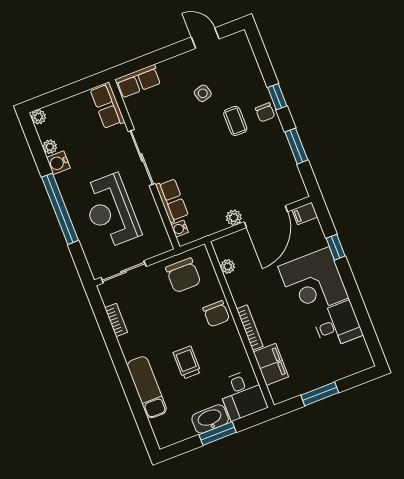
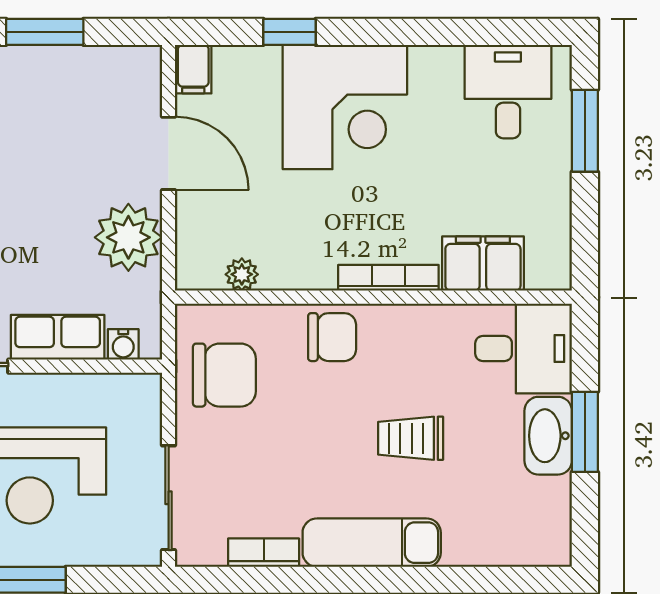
door: (266, 217) -> (169, 153), width x0.73
plant: (234, 218) -> (128, 237), width x1.87, depth x1.87
desk: (337, 325) -> (508, 92), moved
exam couch: (147, 387) -> (372, 543), moved
window: (320, 394) -> (585, 131), moved

